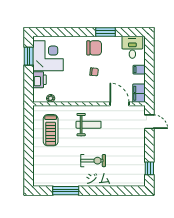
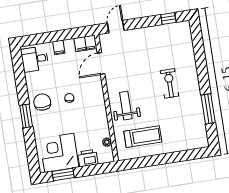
window: (106, 32) -> (26, 116), moved
weight bench: (89, 125) -> (126, 106), moved

